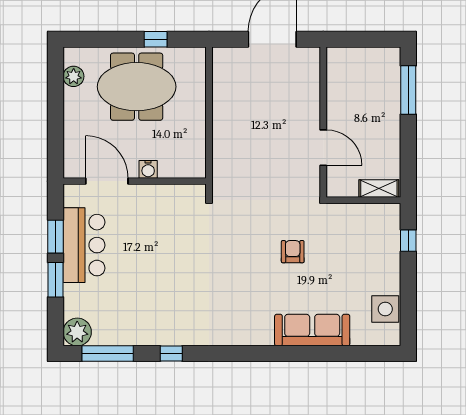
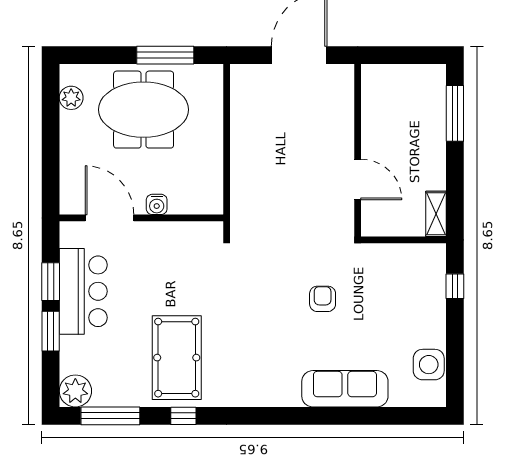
window: (156, 39) -> (165, 55), width x2.17
shelving: (379, 188) -> (436, 214), moved, turned 90
pool table: (166, 303) -> (177, 358), added

